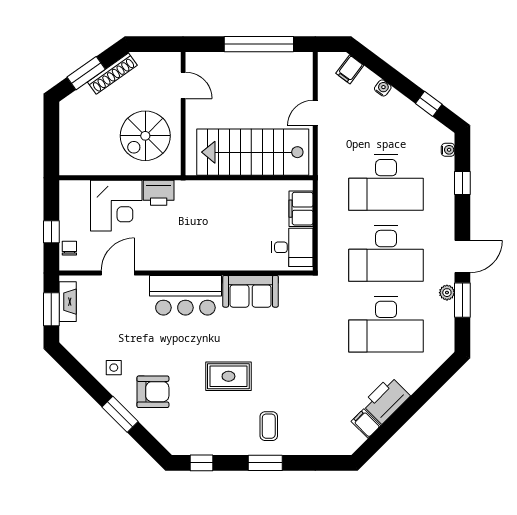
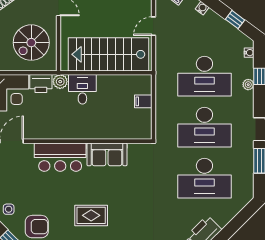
plant: (186, 190) -> (60, 82), added
filing cabinet: (301, 209) -> (143, 101), width x0.50
desk: (292, 247) -> (82, 89), moved, turned -90
plant: (447, 293) -> (248, 85), moved

